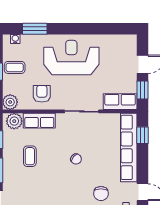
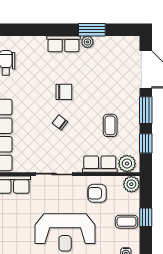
armchair: (42, 94) -> (97, 193), turned 90
chair: (101, 194) -> (64, 92), moved, turned 90

